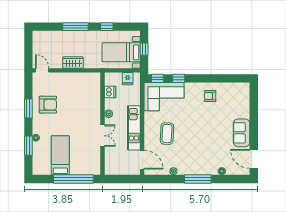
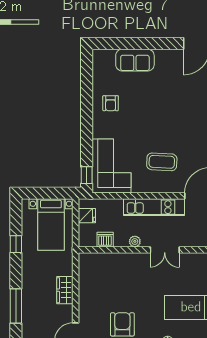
window: (76, 27) -> (16, 306), moved
window: (144, 49) -> (47, 193), removed
window: (179, 78) -> (87, 146), removed
sofa: (242, 133) -> (135, 60), moved
double door: (102, 136) -> (165, 250), swing flipped

